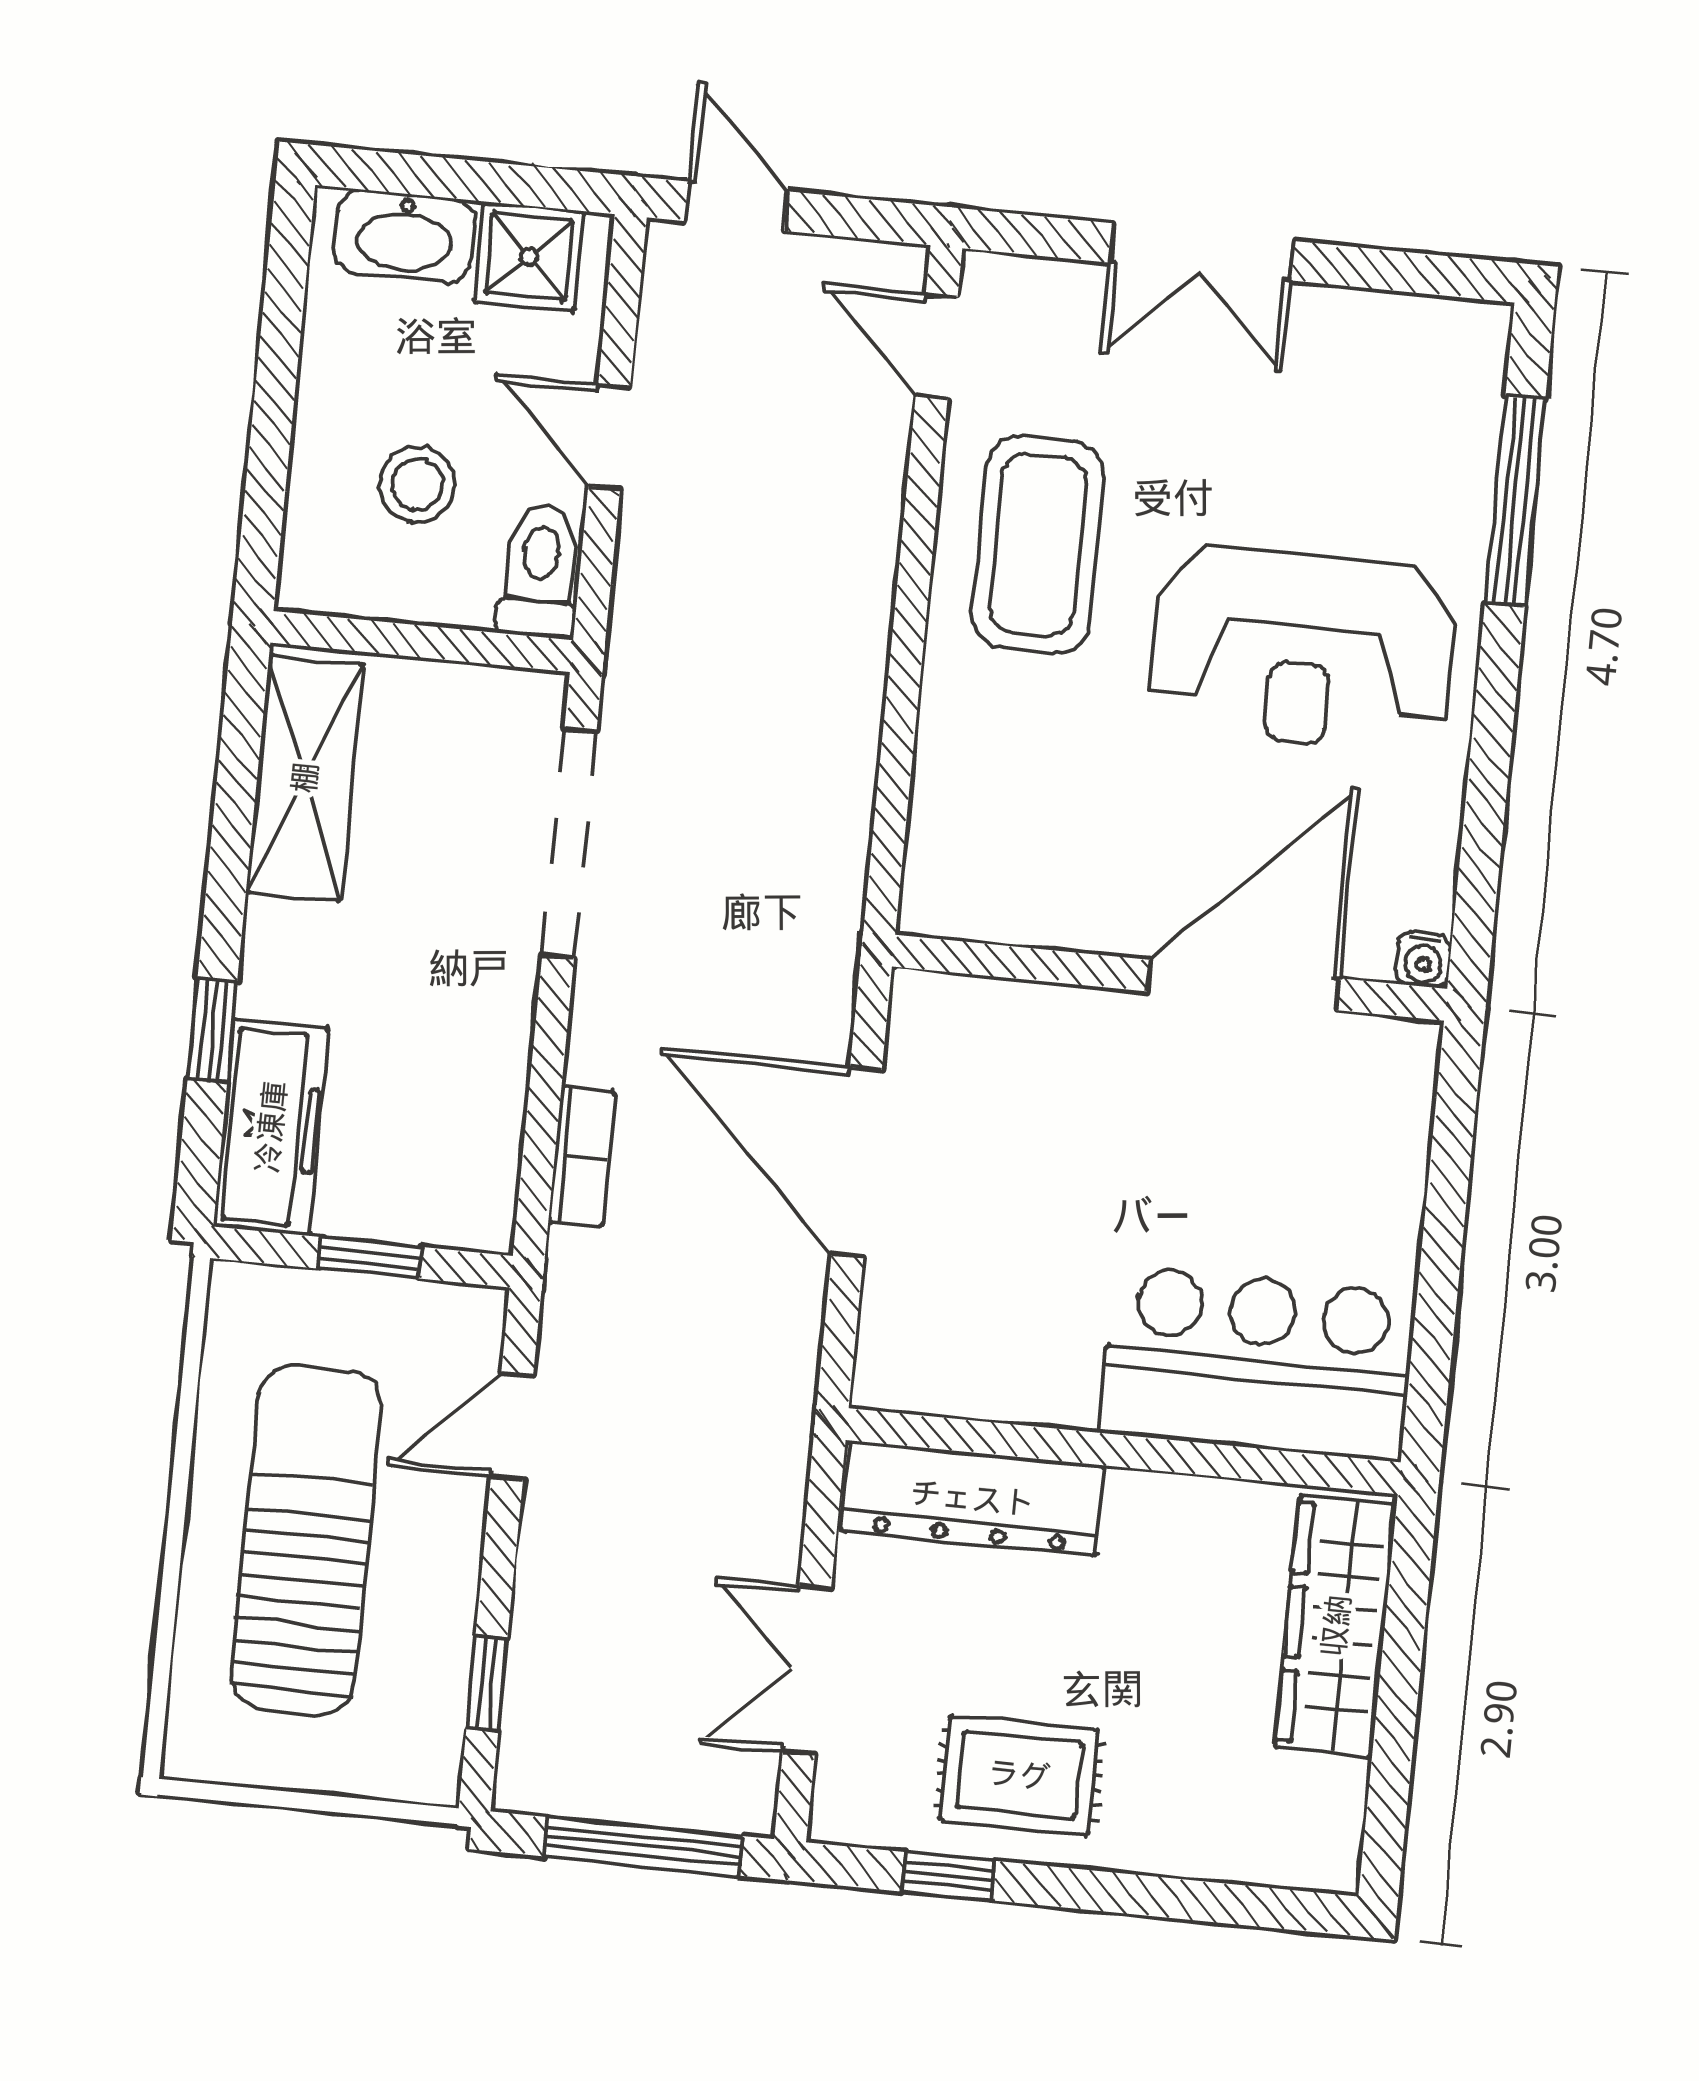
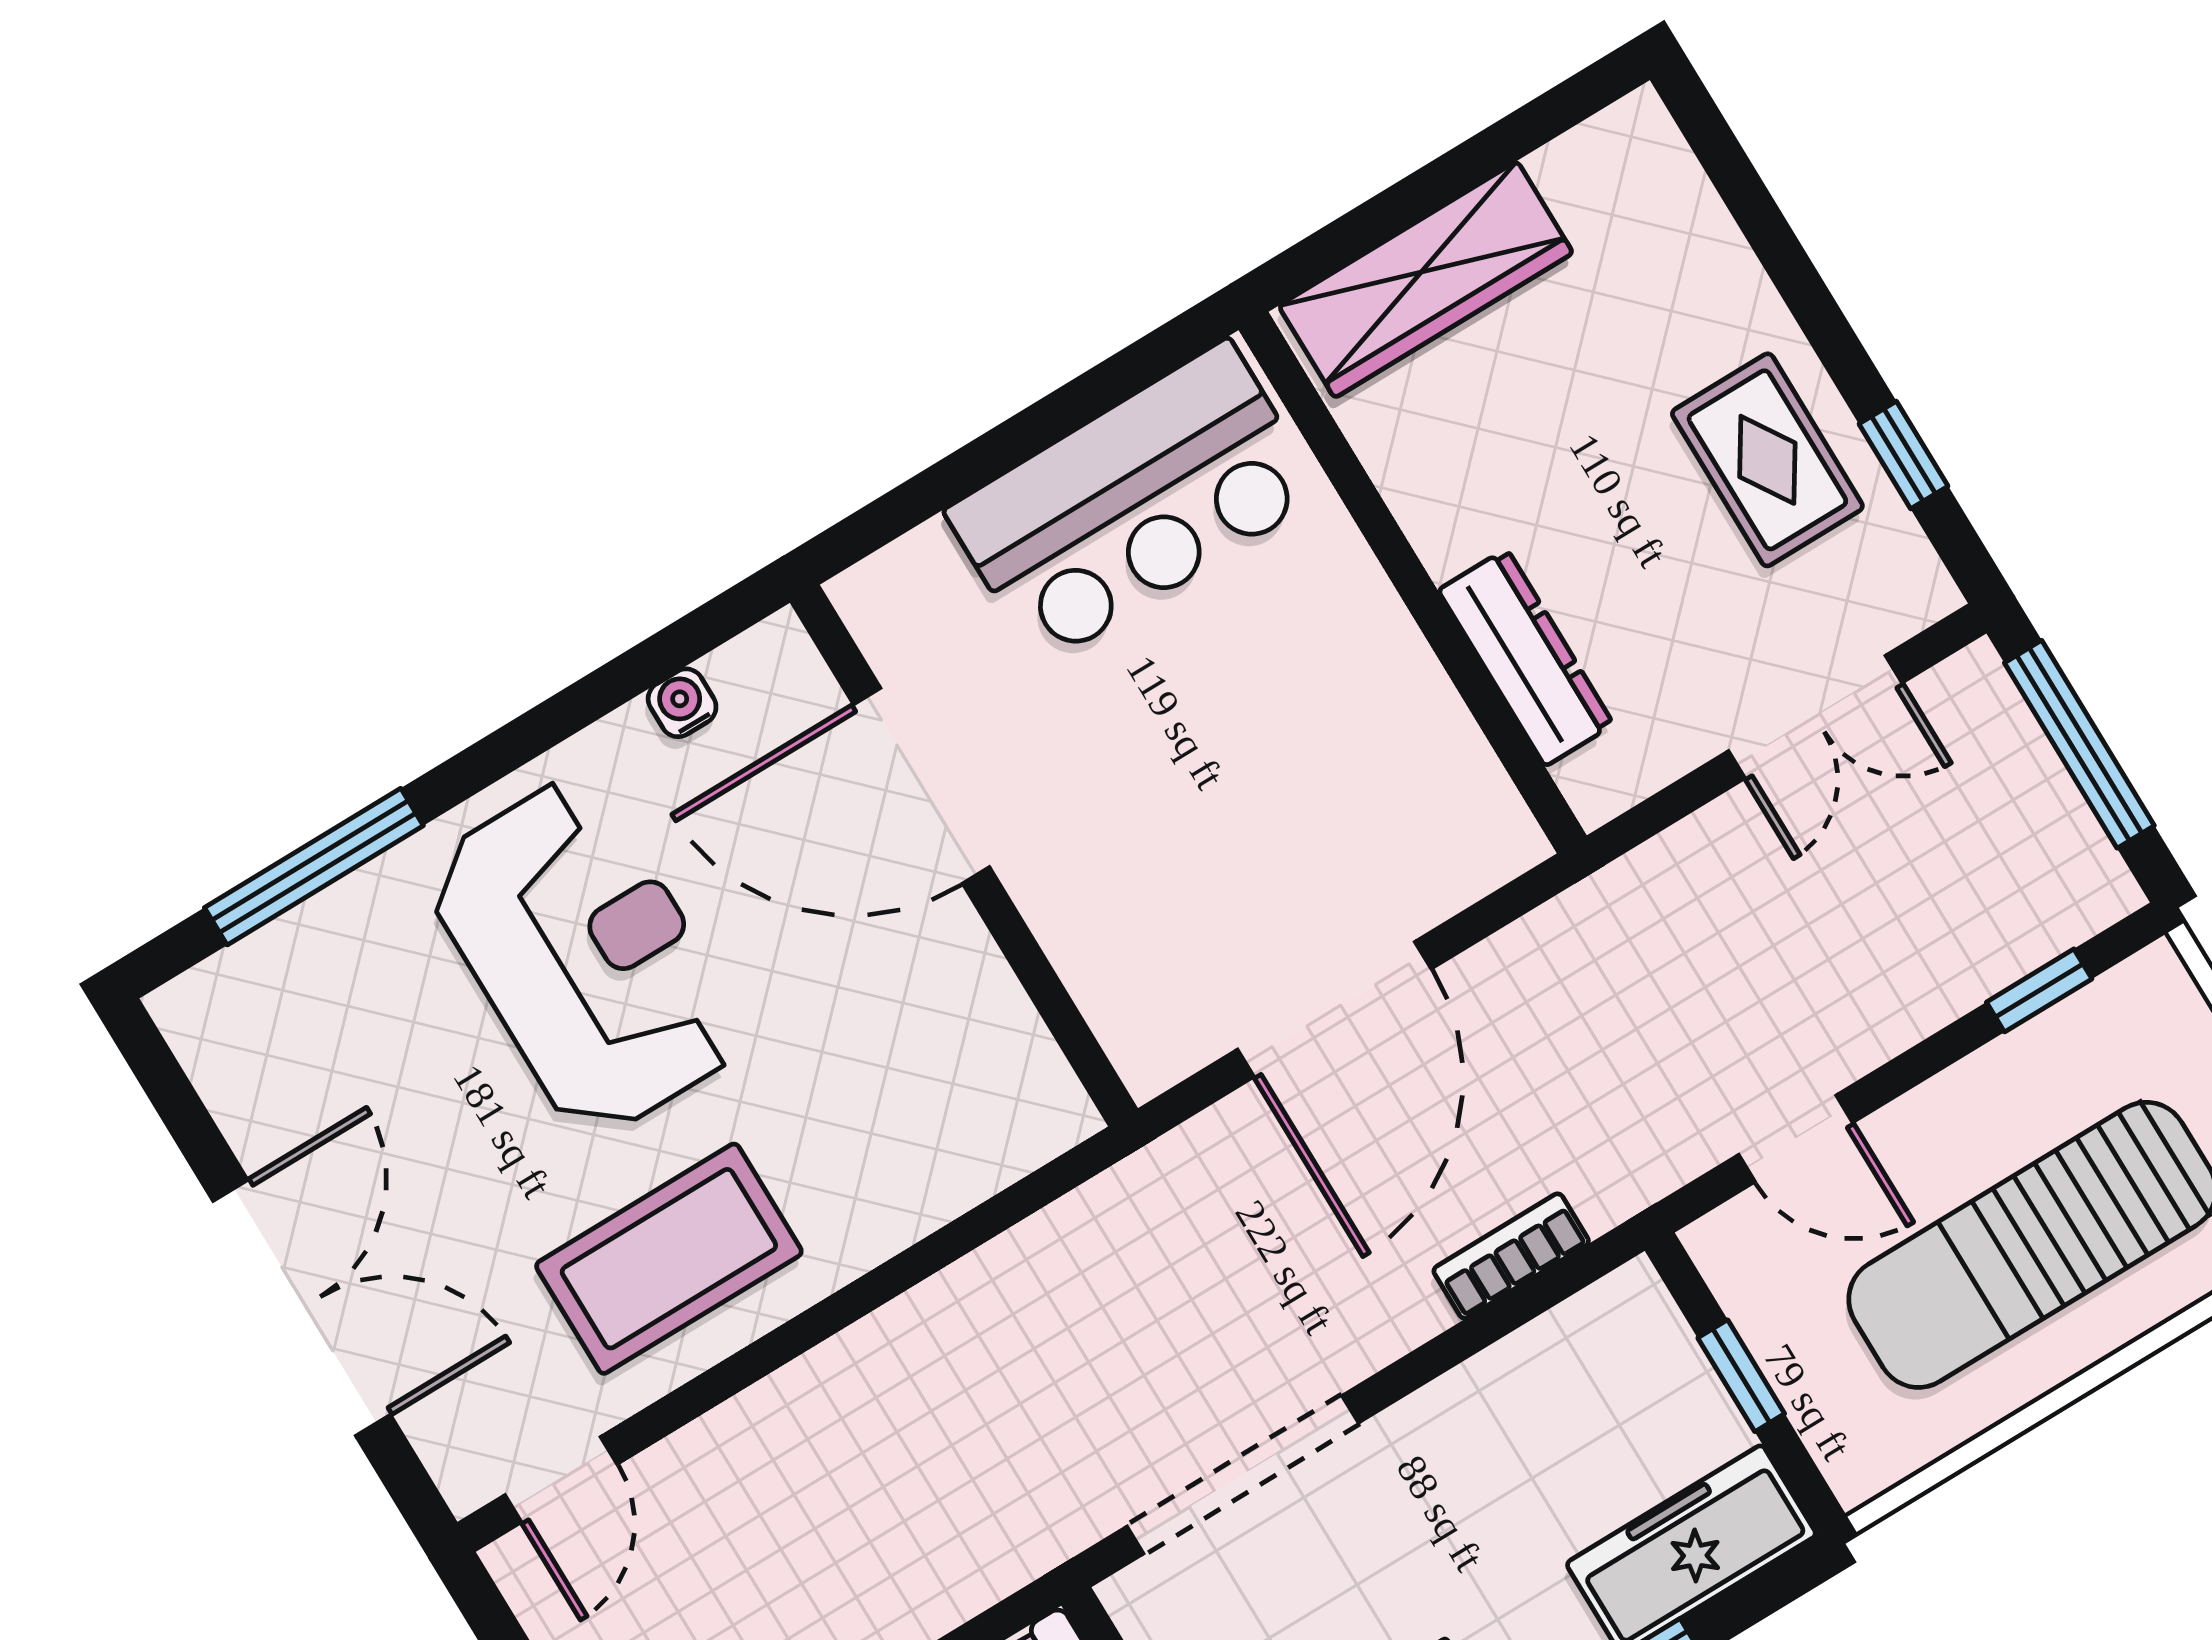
double door: (1202, 252) -> (302, 1308), width x1.37
water cooler: (1423, 960) -> (682, 703), moved, turned -90
bar counter: (1258, 1364) -> (1134, 503), moved, turned -90
dresser: (972, 1498) -> (1526, 657), width x0.73, depth x0.80

